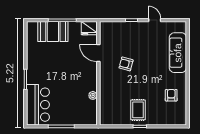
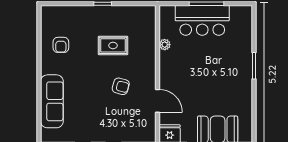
bar counter: (38, 105) -> (202, 20), moved, turned -90
rug: (138, 110) -> (113, 45), moved, turned 90

